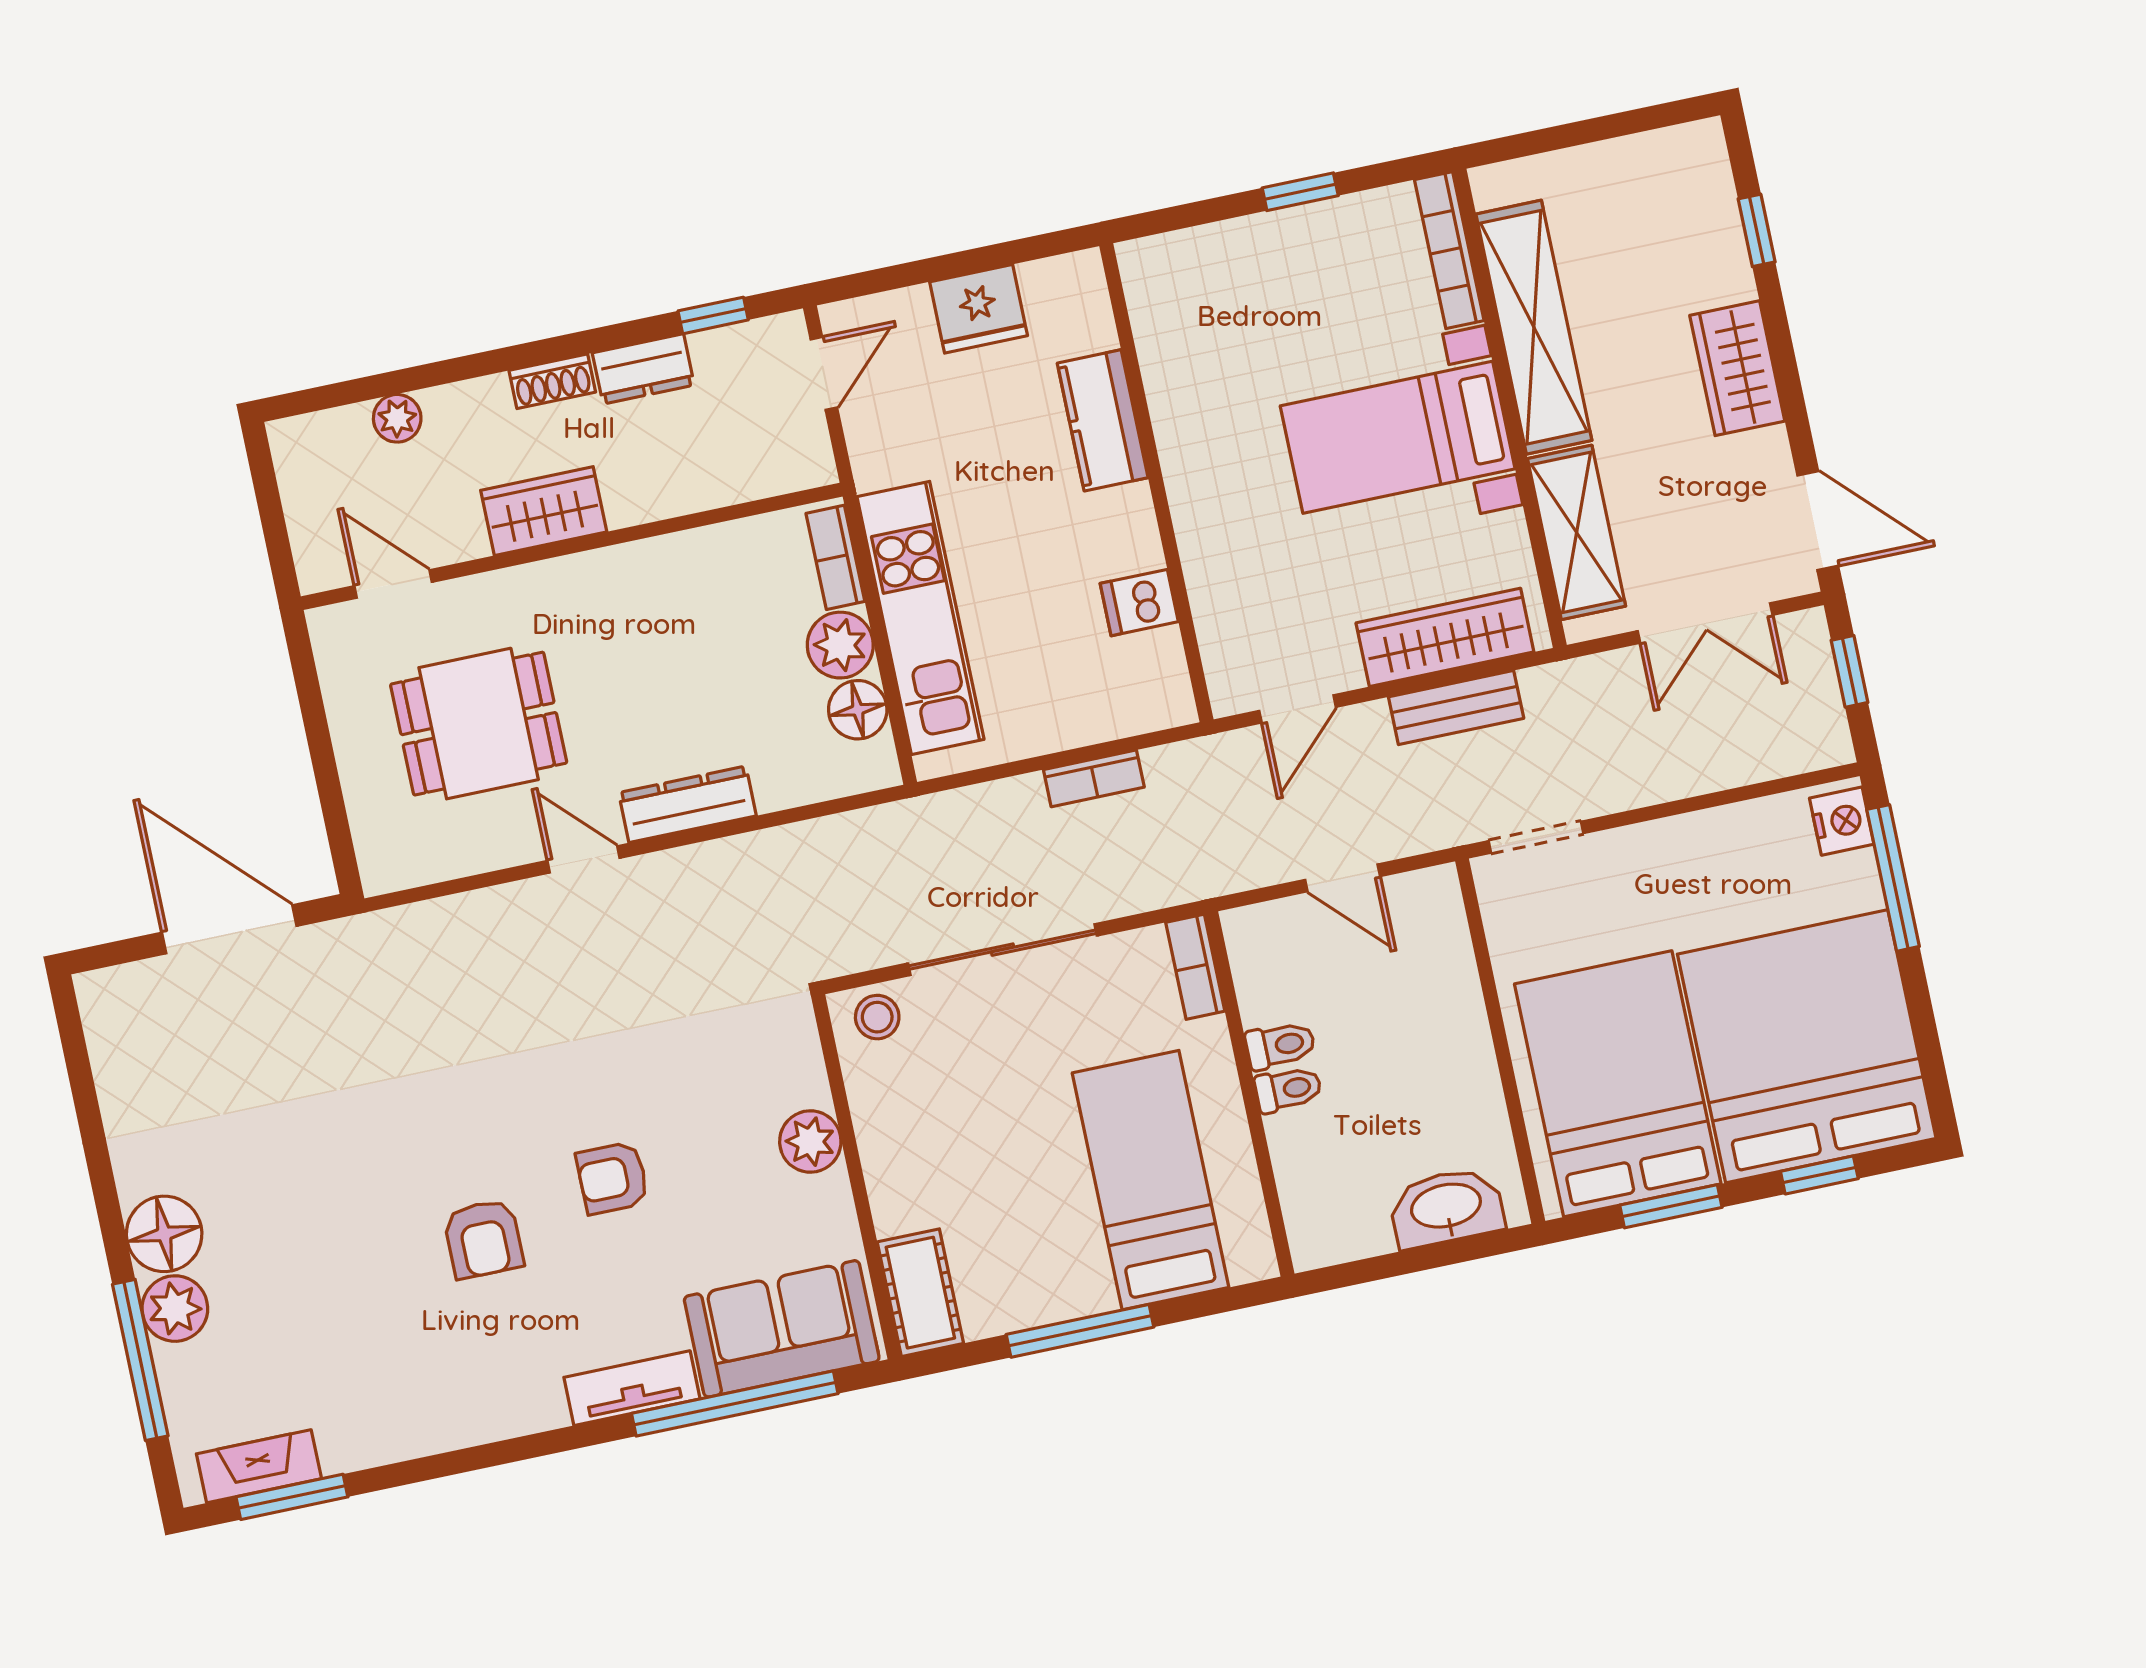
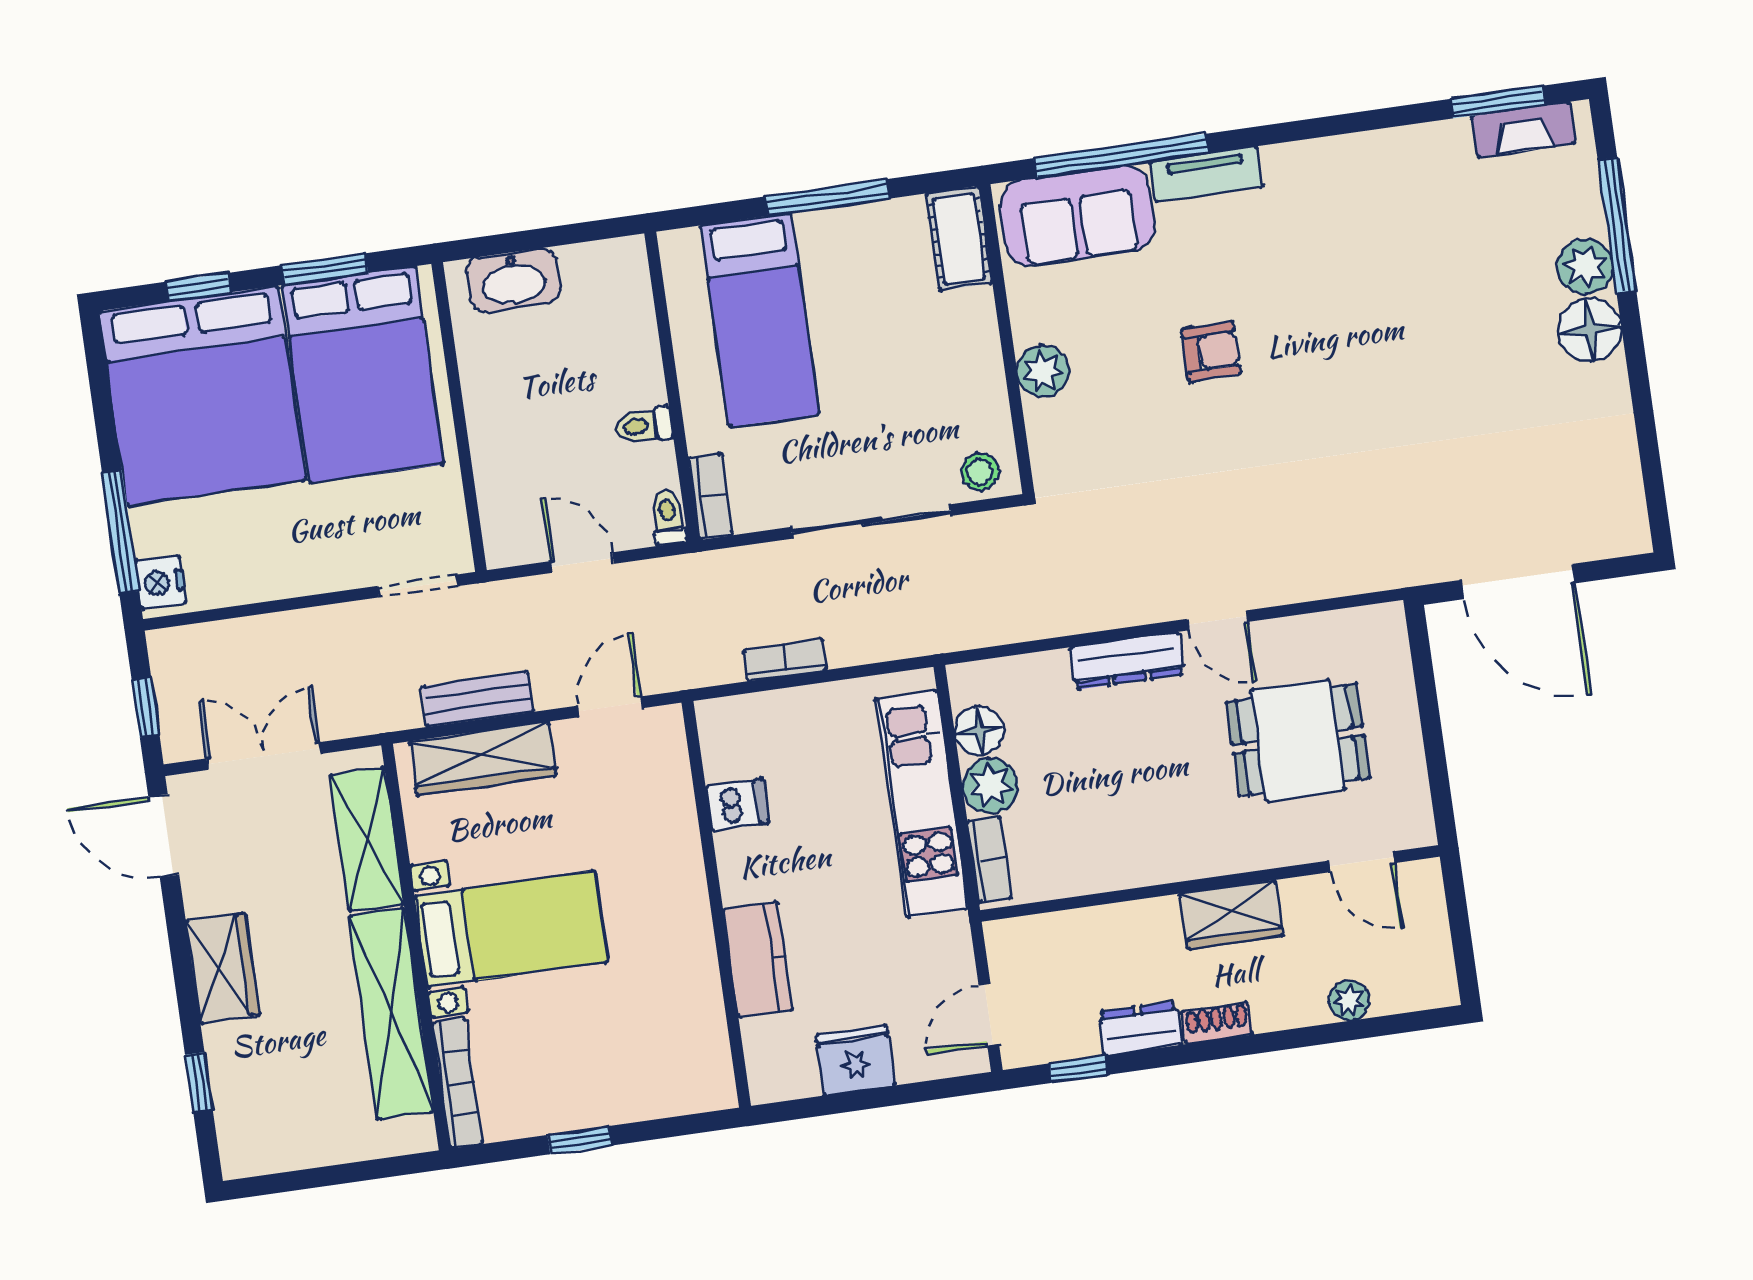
toilet: (1288, 1089) -> (668, 517), moved, turned 90
armchair: (483, 1239) -> (1322, 308), removed

